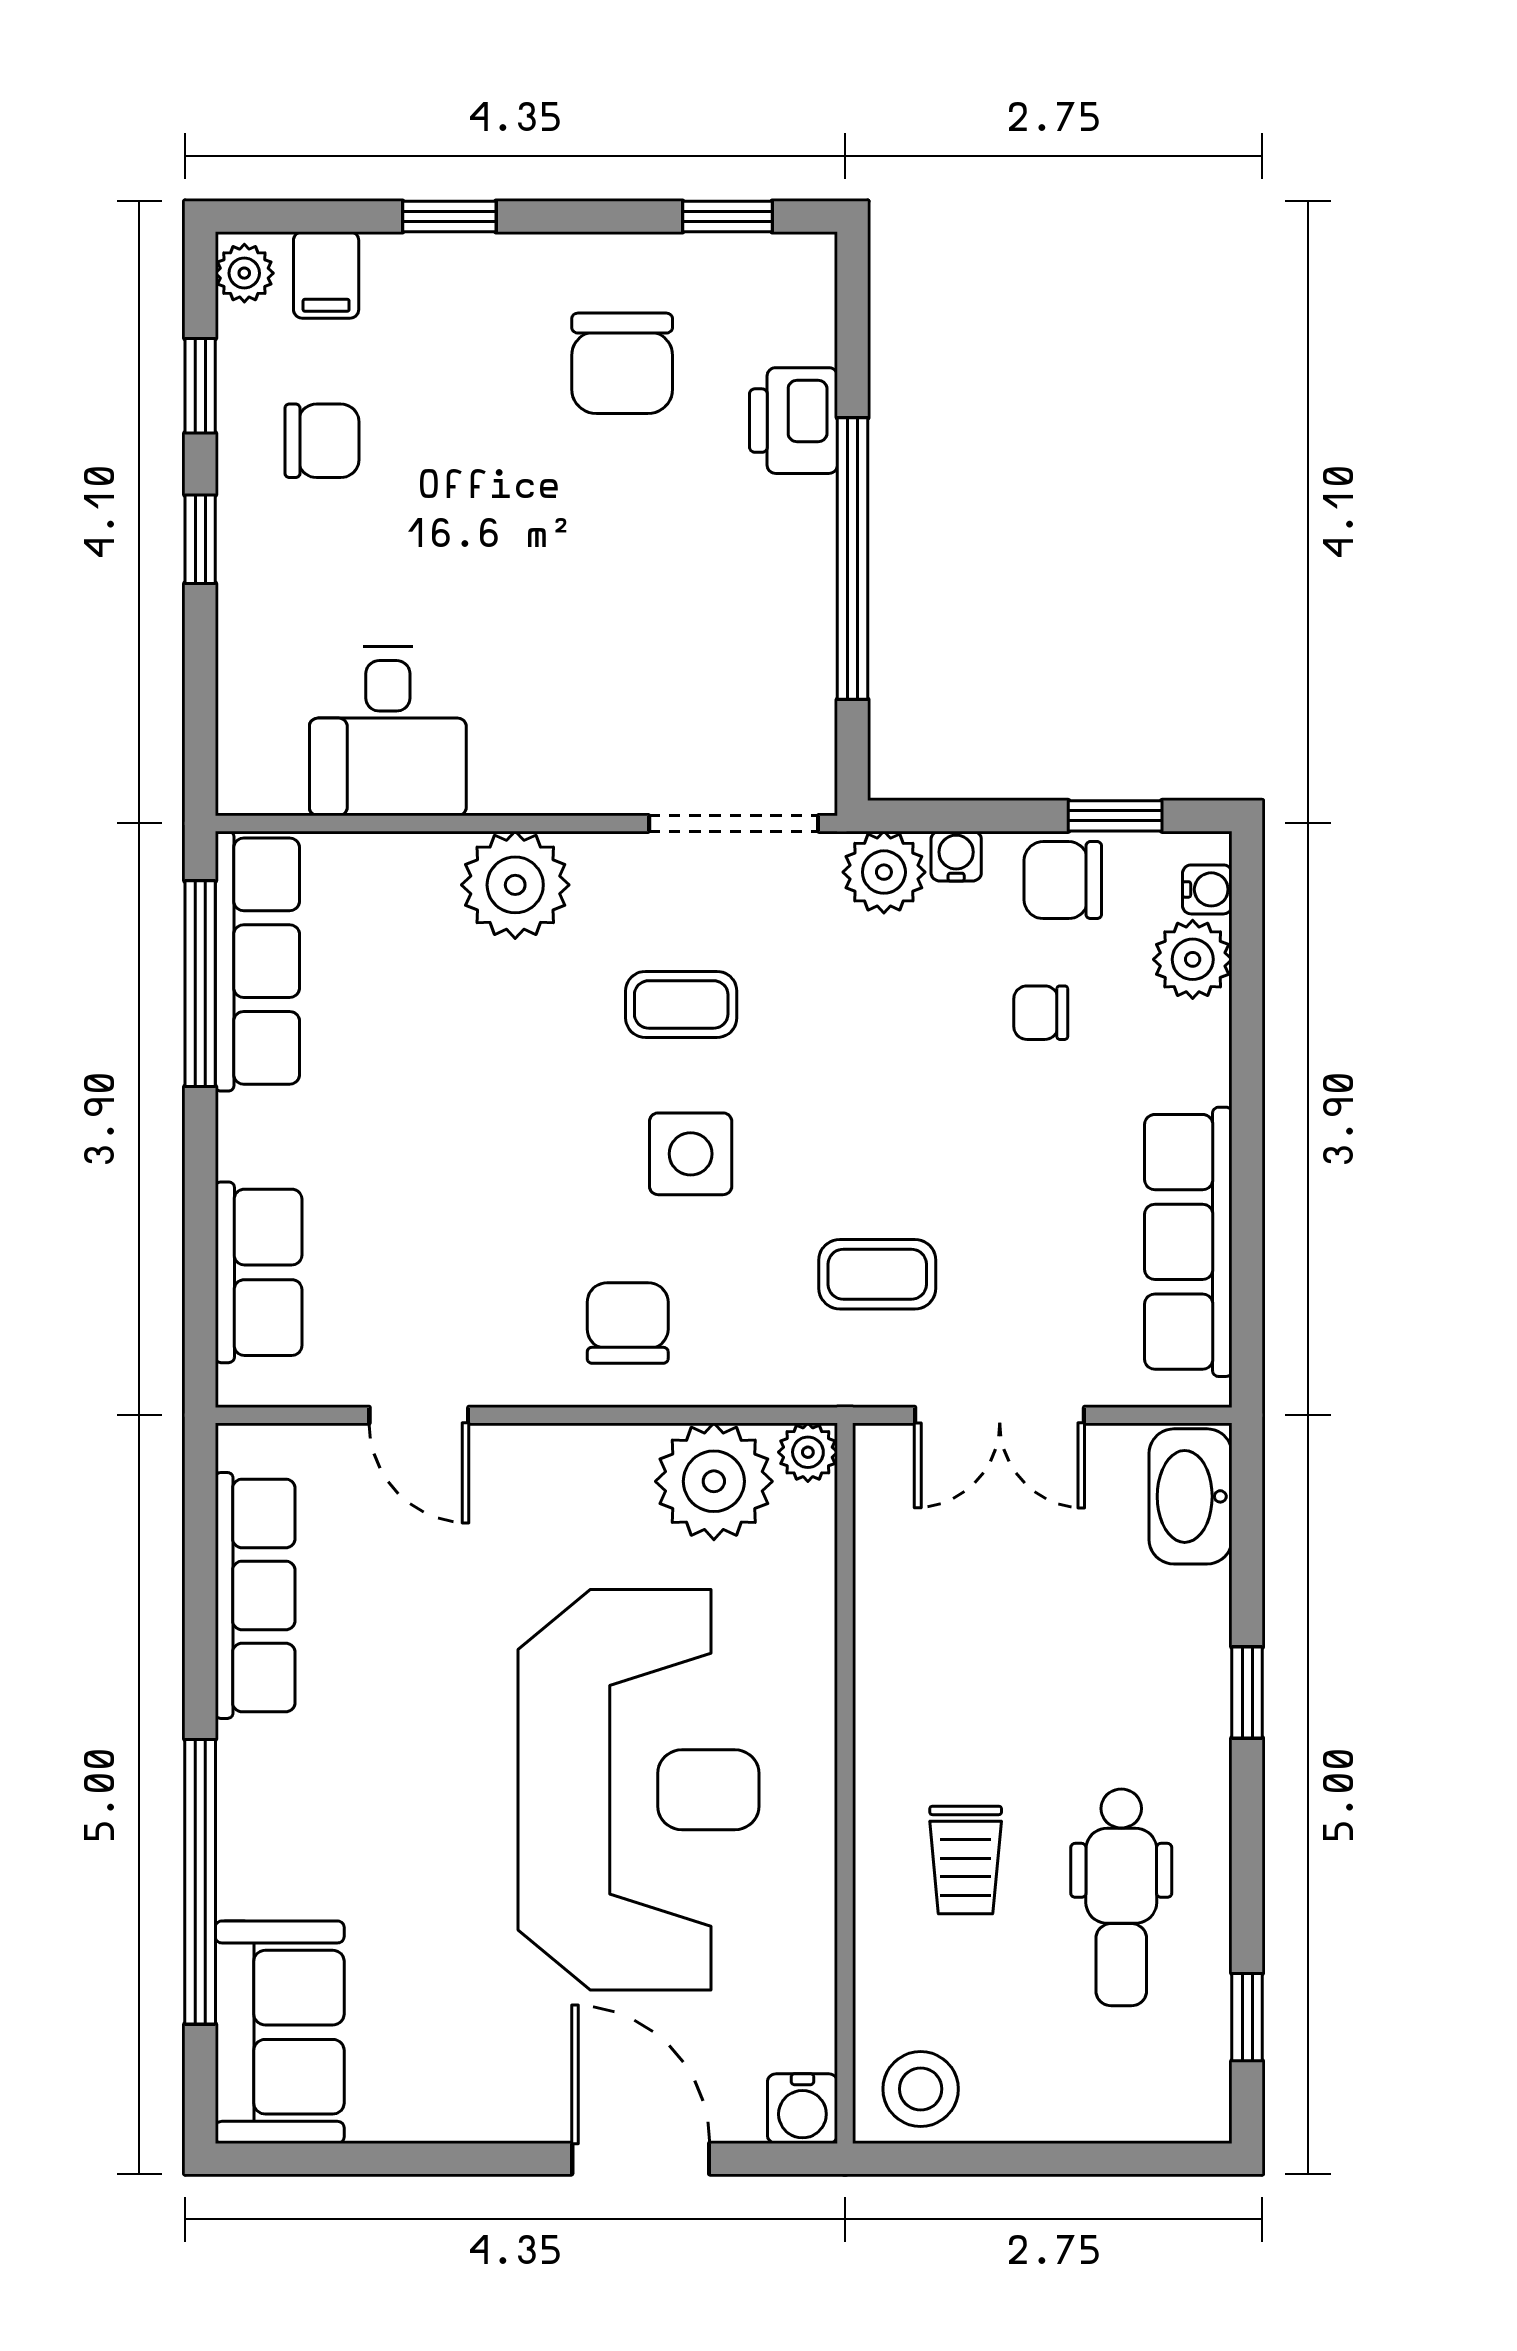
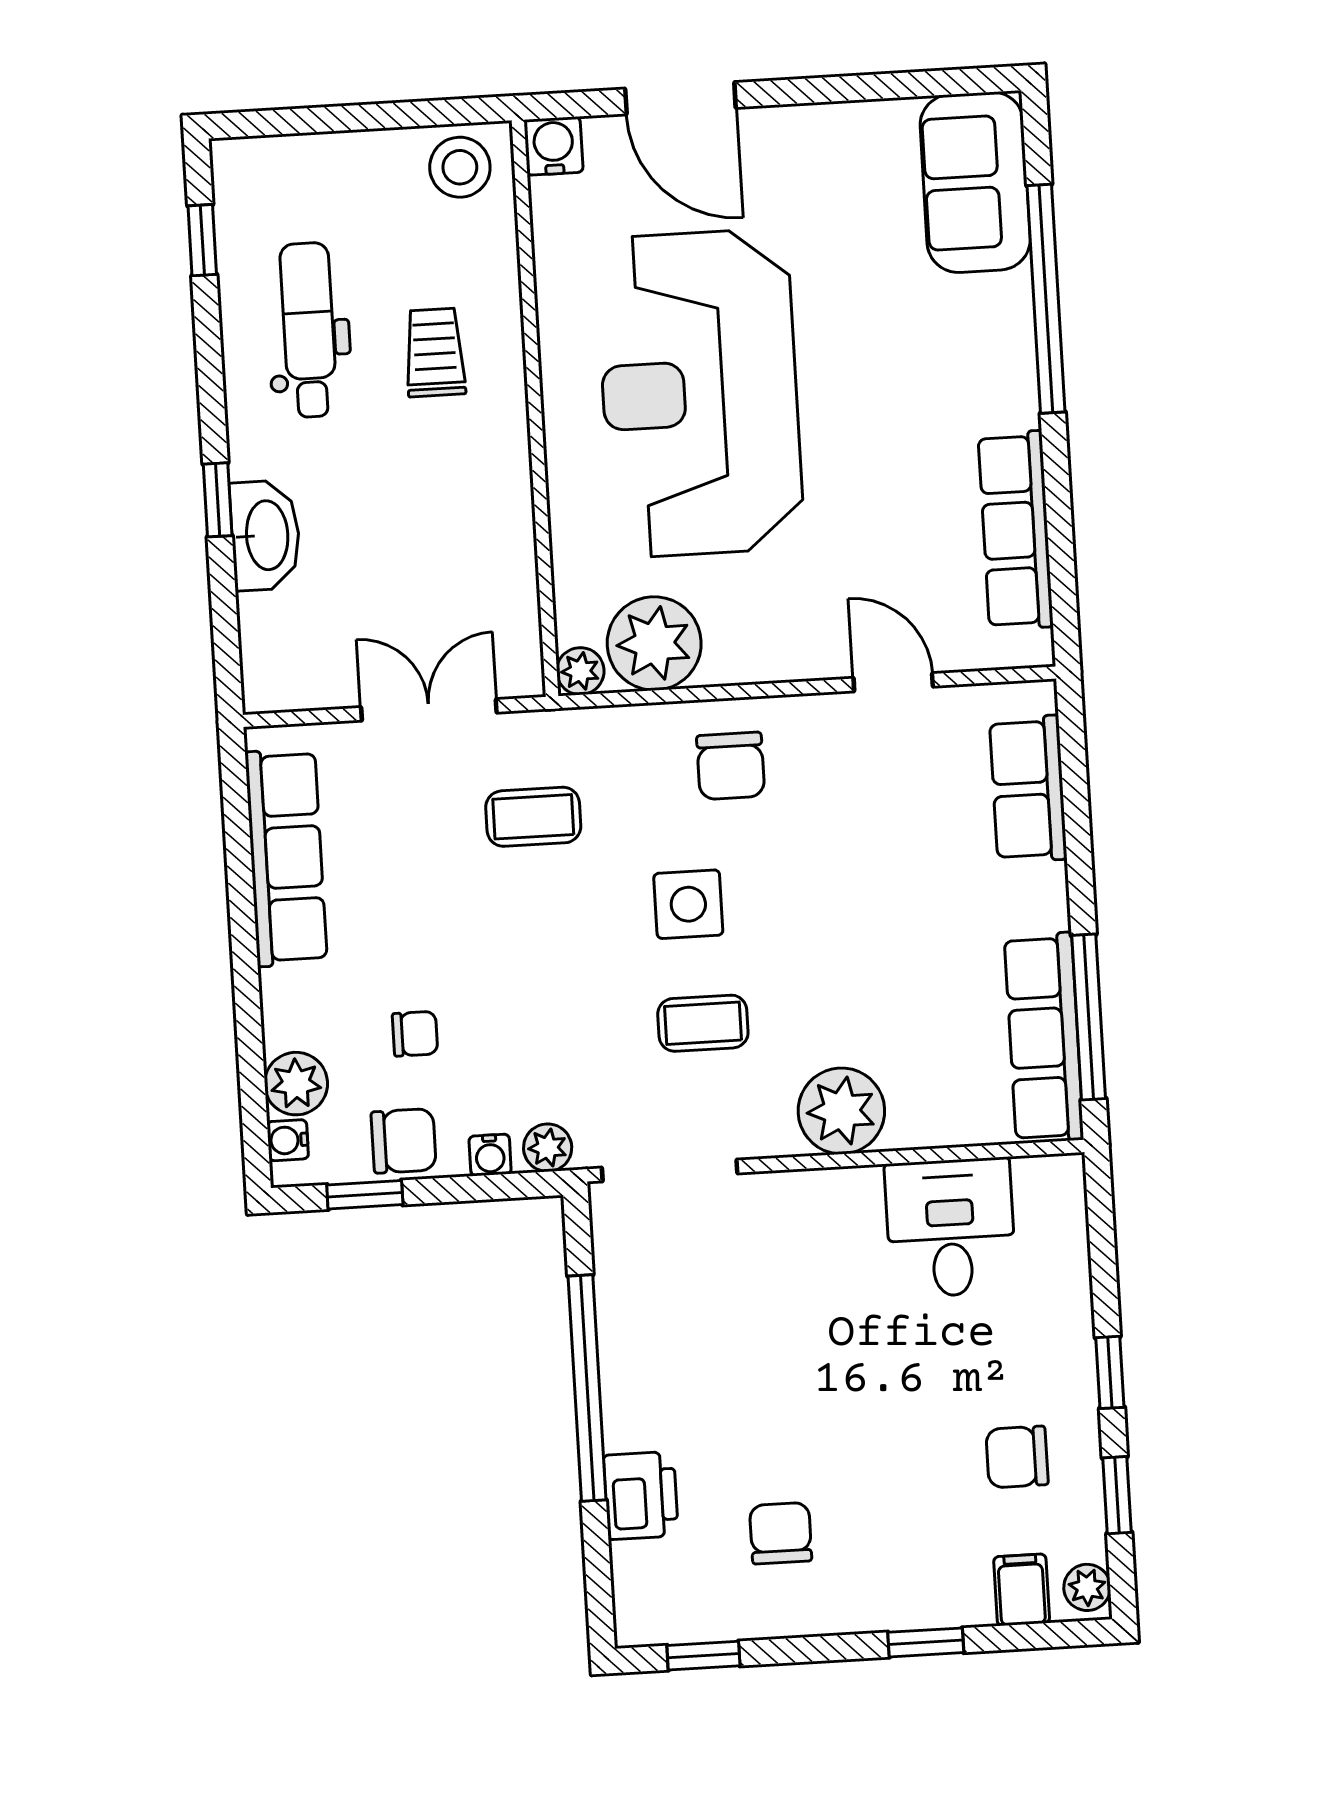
chair: (622, 363) -> (781, 1533), width x0.73, depth x0.73
plant: (884, 872) -> (548, 1148), width x0.73, depth x0.73
washbasin: (1191, 1496) -> (265, 535), moved

